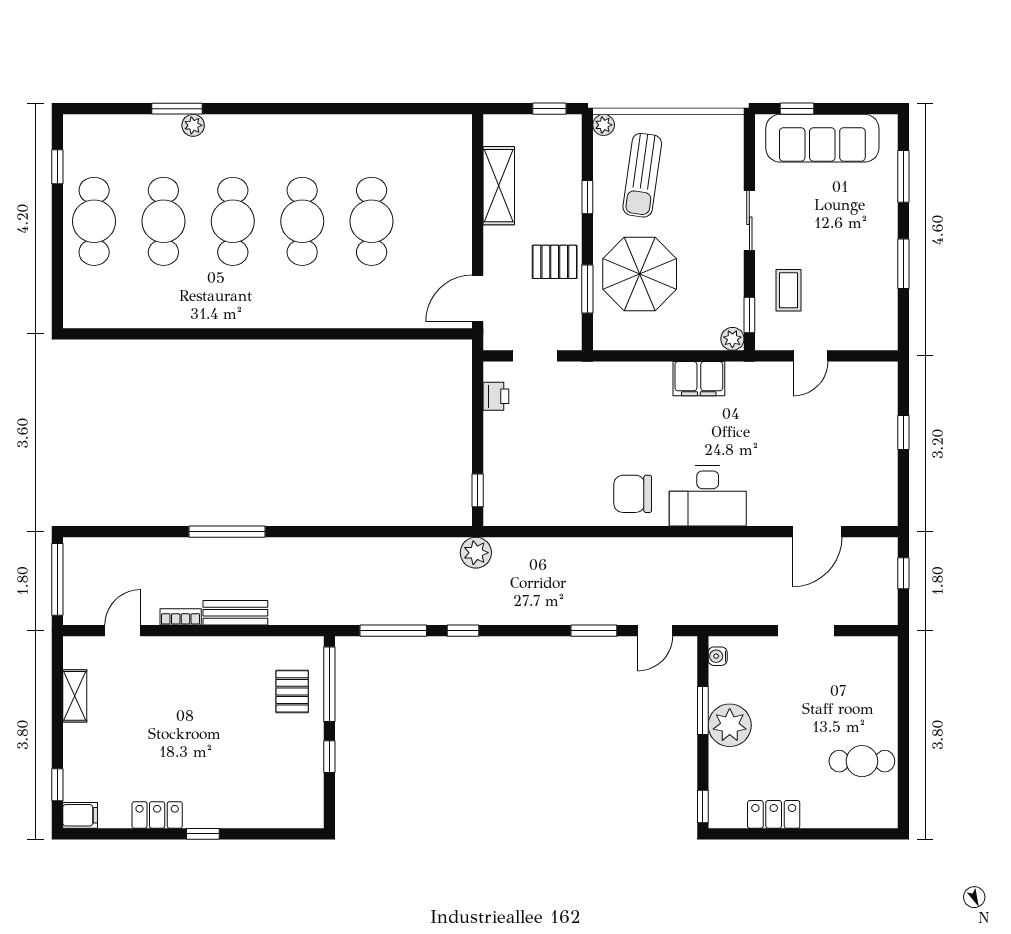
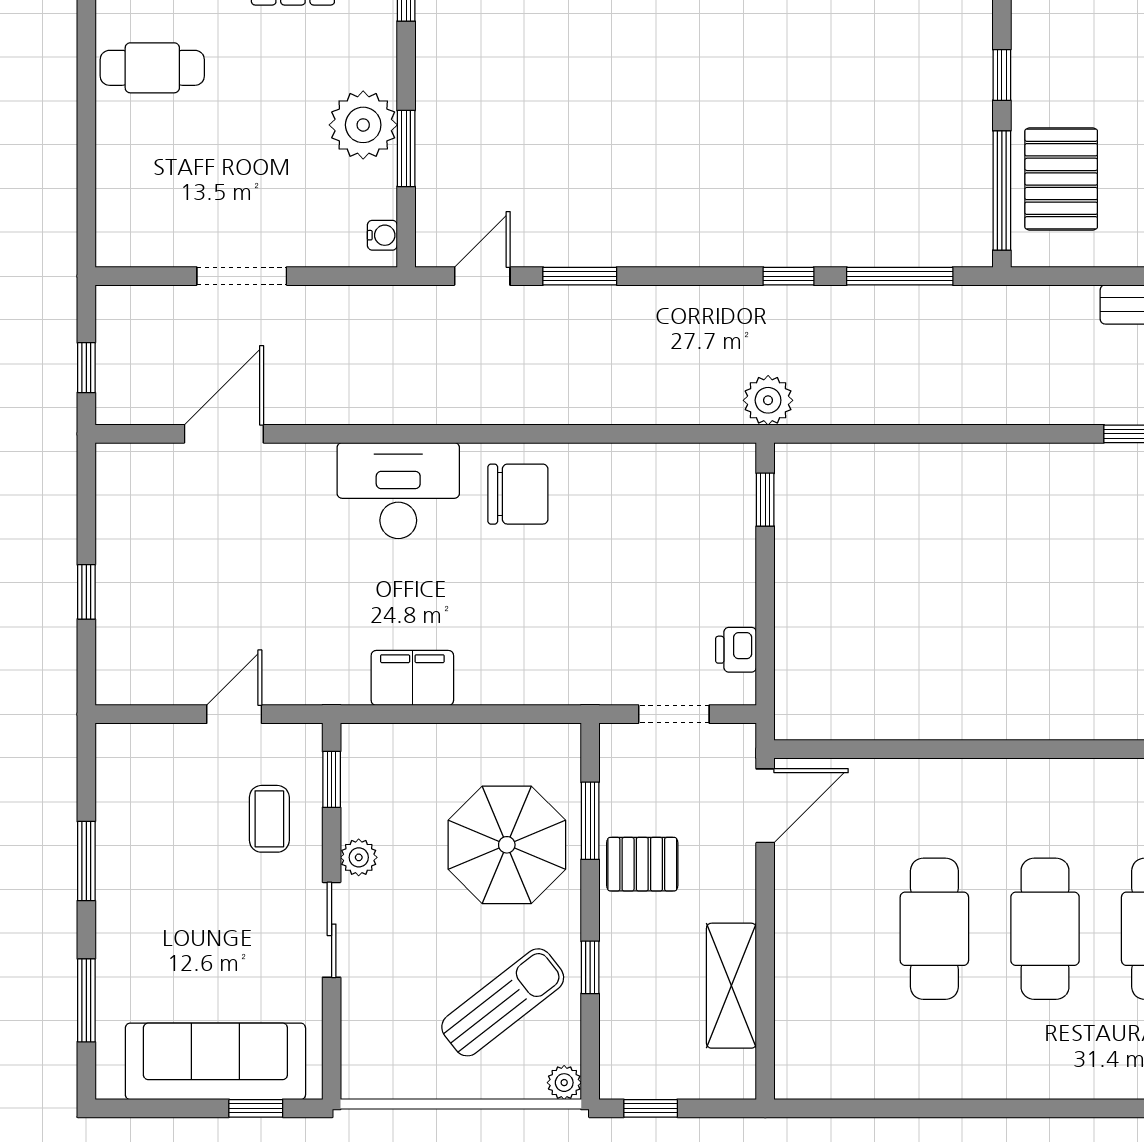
sun lounger: (642, 175) -> (503, 1002), turned 44
plant: (732, 339) -> (359, 857), moved
pallet: (292, 691) -> (1061, 179), width x1.50, depth x1.42

